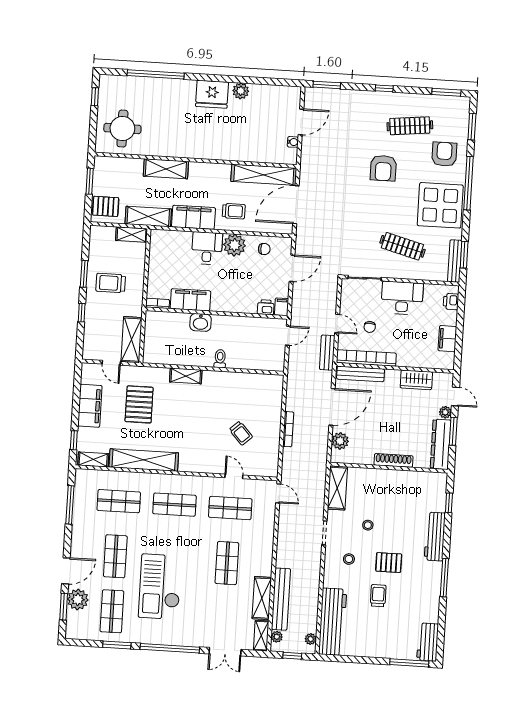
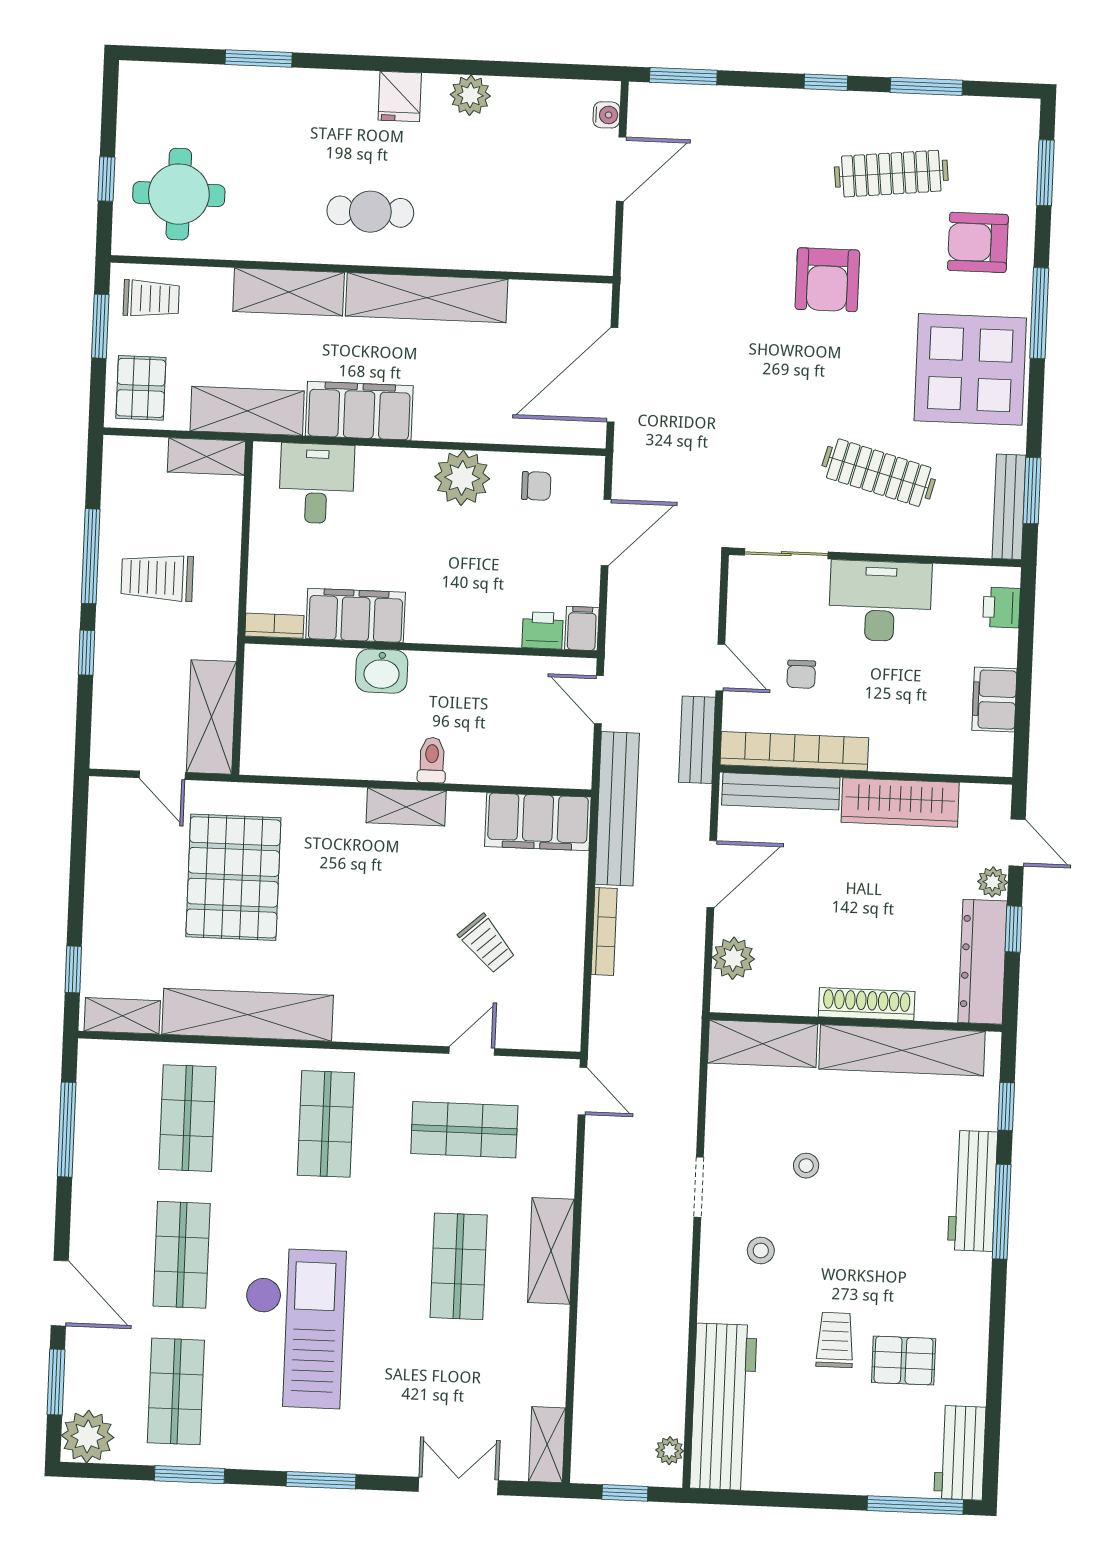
window: (156, 74) -> (259, 58), width x0.47
window: (446, 92) -> (926, 86), moved
fridge: (212, 94) -> (400, 97), width x0.53, depth x0.75
window: (95, 97) -> (106, 179), moved
cafe table: (199, 137) -> (370, 212), added
water cooler: (293, 142) -> (606, 115), moved
armchair: (444, 154) -> (978, 242), turned -90
shelving: (264, 175) -> (427, 298), moved
window: (468, 183) -> (1039, 313), width x0.68
pallet: (106, 206) -> (141, 388), turned 90
trolley: (234, 211) -> (151, 299), moved
desk: (207, 248) -> (317, 483), moved
window: (84, 274) -> (91, 556), width x1.44
door: (288, 336) -> (599, 700), swing flipped
shelving: (186, 376) -> (406, 807), moved
wardrobe: (416, 380) -> (900, 802), width x1.50
pallet: (139, 404) -> (233, 877), width x1.37, depth x1.41
filing cabinet: (90, 406) -> (538, 822), moved, turned 90
door: (332, 407) -> (712, 874), width x0.73
window: (453, 431) -> (1014, 929), width x0.67
door: (234, 476) -> (472, 1051), hinge flipped
shelving: (407, 479) -> (902, 1050), added
shelving: (337, 488) -> (763, 1044), moved, turned 90
shop shelf: (119, 501) -> (187, 1118), turned 90
shop shelf: (174, 505) -> (326, 1124), turned 90
pallet: (389, 563) -> (904, 1361), moved
door: (66, 571) -> (60, 1293), hinge flipped
window: (444, 578) -> (1002, 1212), moved
checkout: (160, 587) -> (294, 1328), turned 180
shelving: (262, 598) -> (551, 1251), moved
plant: (78, 599) -> (88, 1436), moved
bench: (281, 599) -> (617, 809), moved
plant: (277, 637) -> (586, 1447), removed
window: (170, 648) -> (321, 1480), width x0.47
double door: (225, 652) -> (458, 1486), swing flipped

